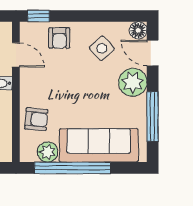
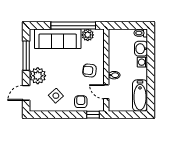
floor lamp: (138, 30) -> (35, 106), removed
door: (153, 53) -> (26, 93), swing flipped
armchair: (36, 119) -> (89, 70), moved

